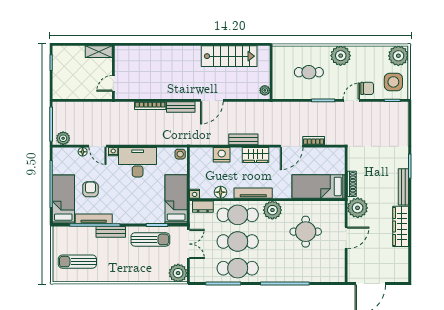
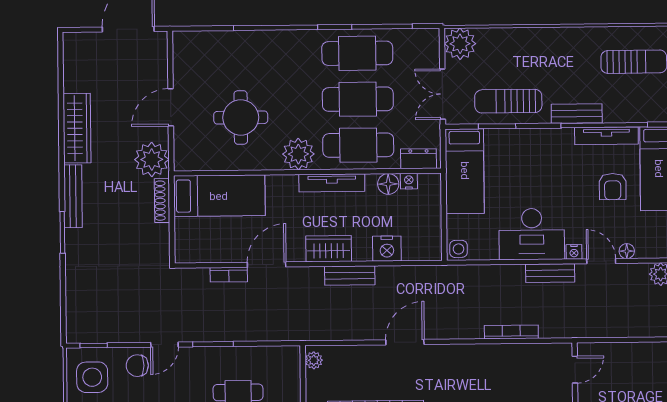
bench: (181, 107) -> (550, 273), moved
nightstand: (195, 194) -> (409, 181), moved

